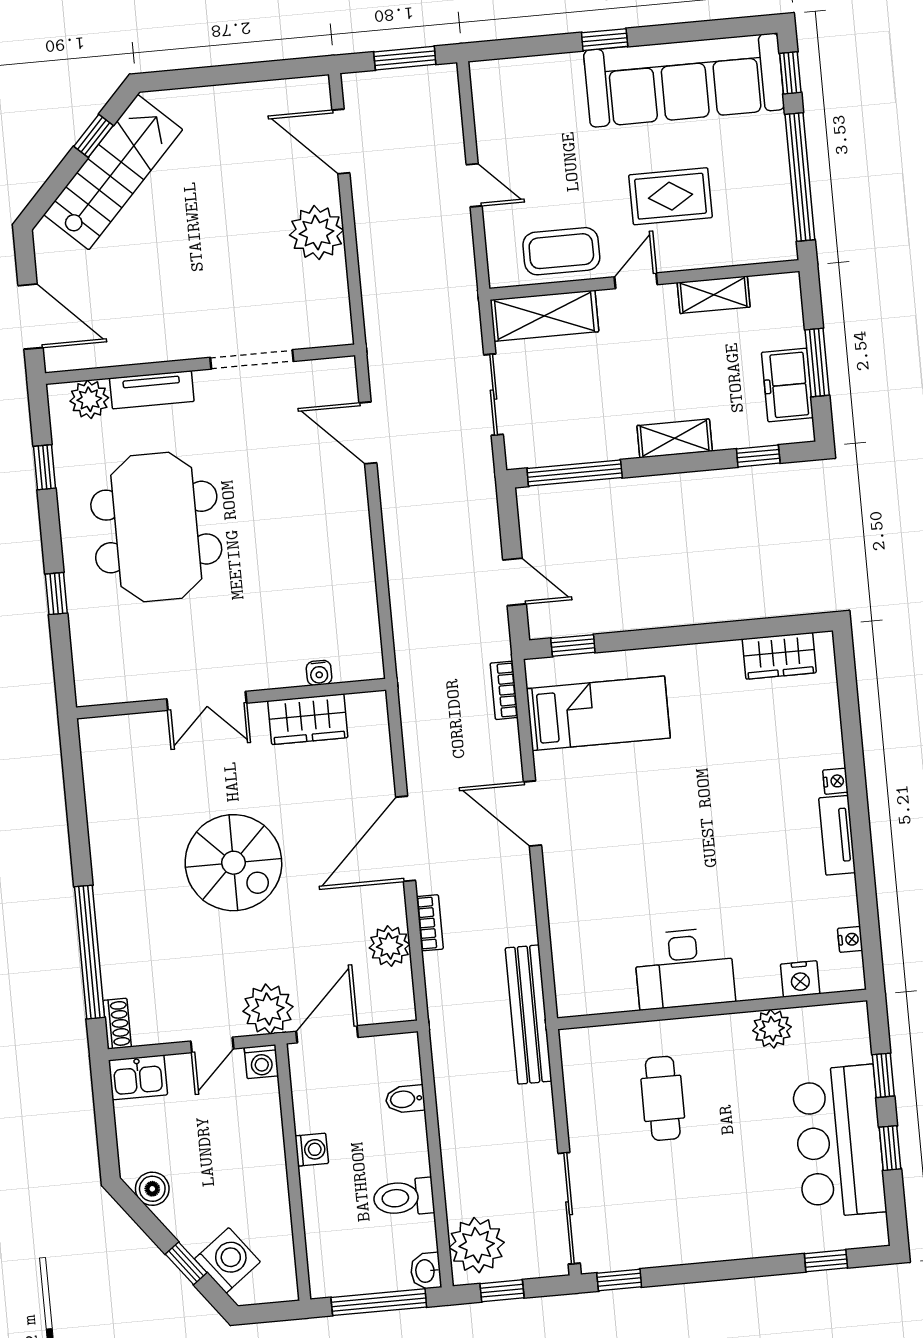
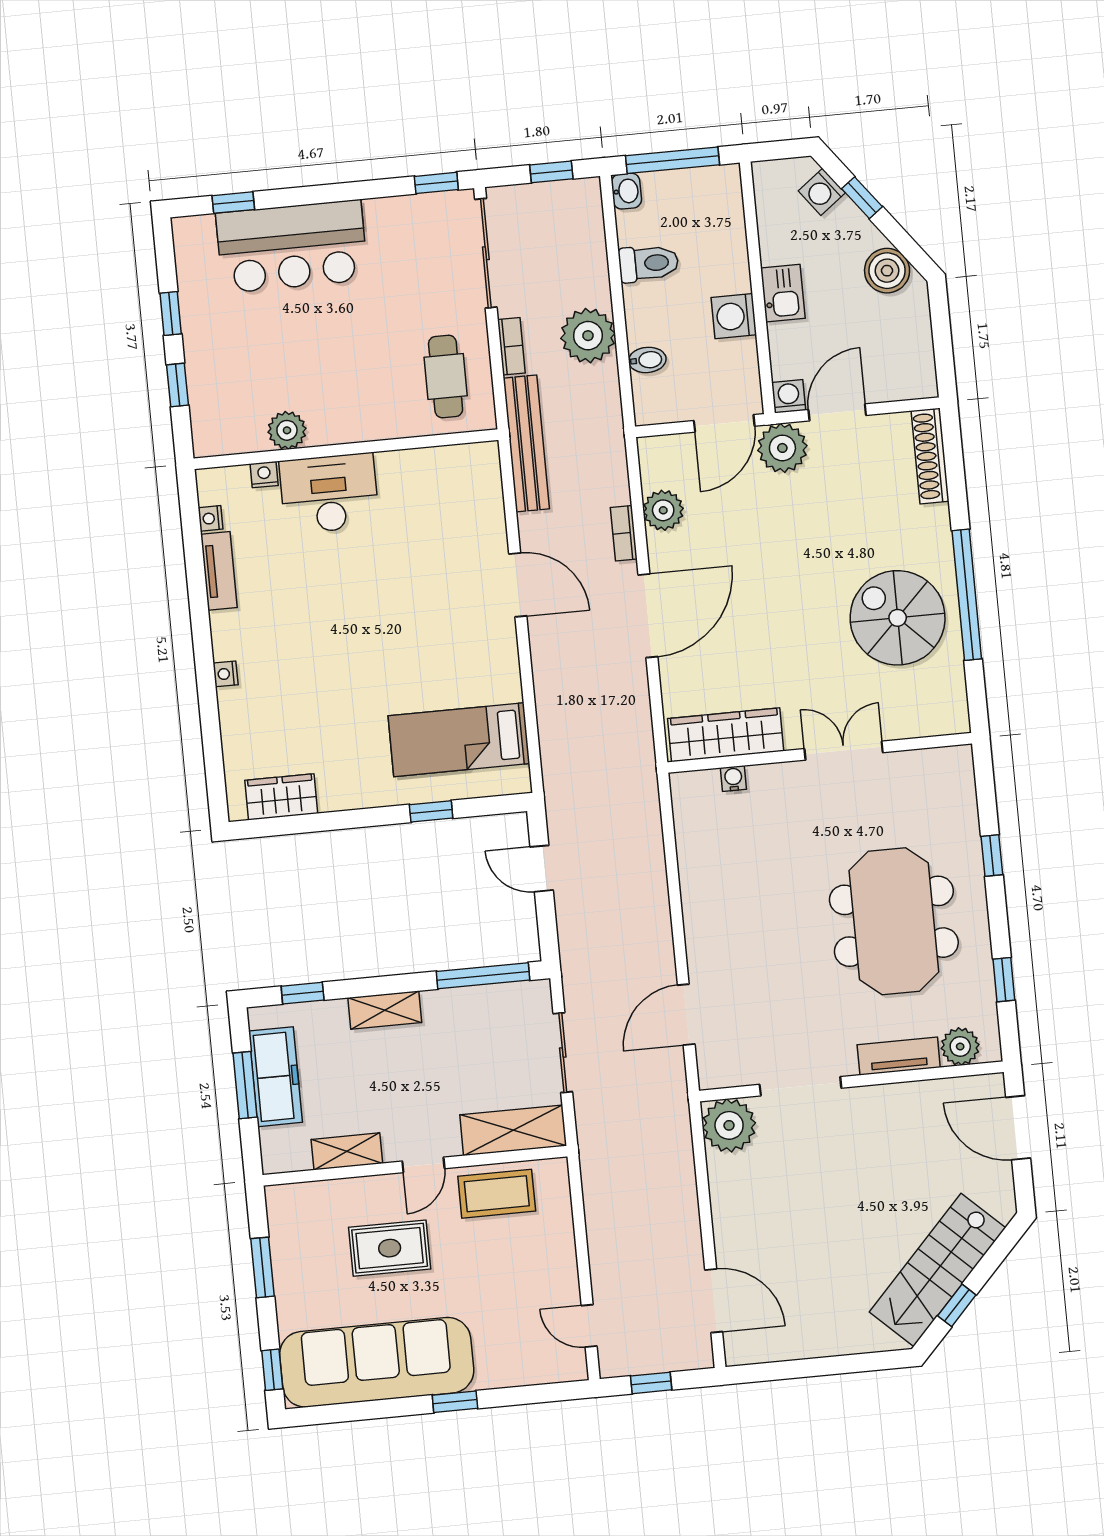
window: (405, 58) -> (651, 1383), width x0.67
window: (800, 177) -> (262, 1267), width x0.47
door: (474, 185) -> (589, 1326), moved
plant: (317, 233) -> (729, 1125), moved
freezer: (787, 385) -> (275, 1077), width x1.40
door: (368, 433) -> (686, 1015), swing flipped
window: (573, 645) -> (431, 811), moved
bookcase: (504, 690) -> (511, 346), moved
wardrobe: (308, 719) -> (726, 735), width x1.50
door: (532, 814) -> (518, 585), moved
tv unit: (837, 835) -> (219, 571), moved
spiral stairs: (233, 863) -> (898, 618), moved
window: (90, 952) -> (967, 595), moved
desk: (684, 969) -> (329, 493), moved
nightstand: (800, 979) -> (264, 475), width x0.72, depth x0.74
shoe rack: (117, 1024) -> (930, 456), width x1.94, depth x1.24
door: (212, 1045) -> (837, 412), width x1.38
kitchen sink: (138, 1077) -> (783, 293), moved, turned 90
cafe table: (663, 1098) -> (446, 376), moved
bar counter: (839, 1141) -> (292, 246), moved, turned 90
washing machine: (312, 1150) -> (734, 316), width x1.38, depth x1.38
boiler: (152, 1189) -> (887, 271), width x1.36, depth x1.36
plant: (477, 1245) -> (588, 336), moved
washing machine: (227, 1260) -> (822, 192), width x0.73, depth x0.73

